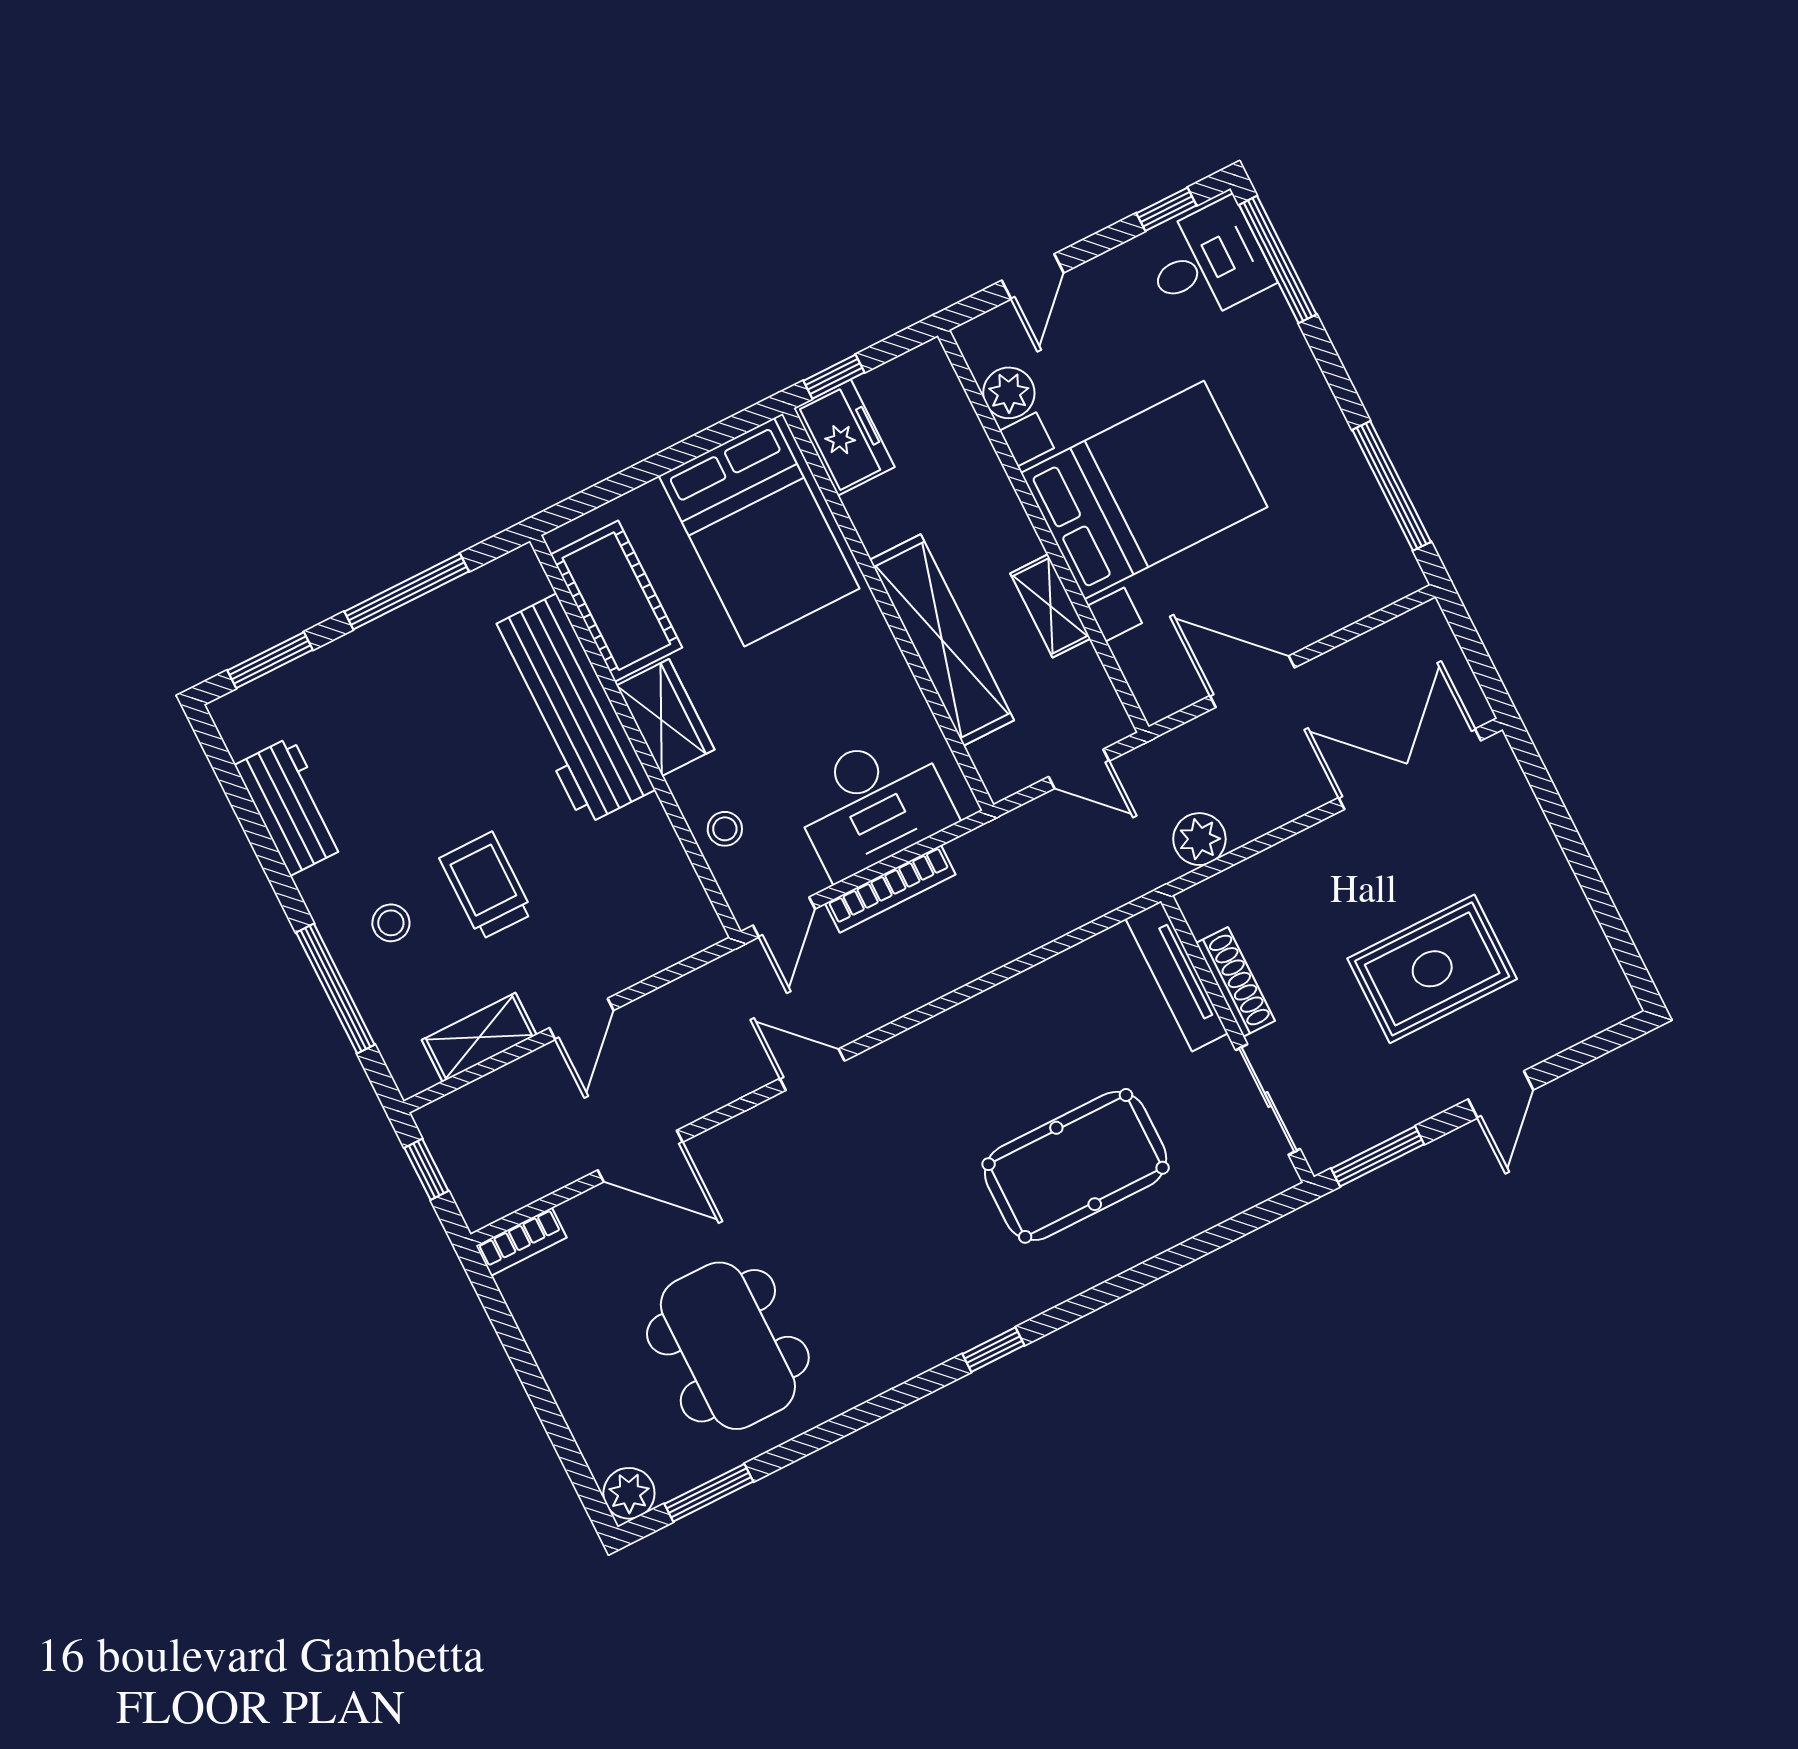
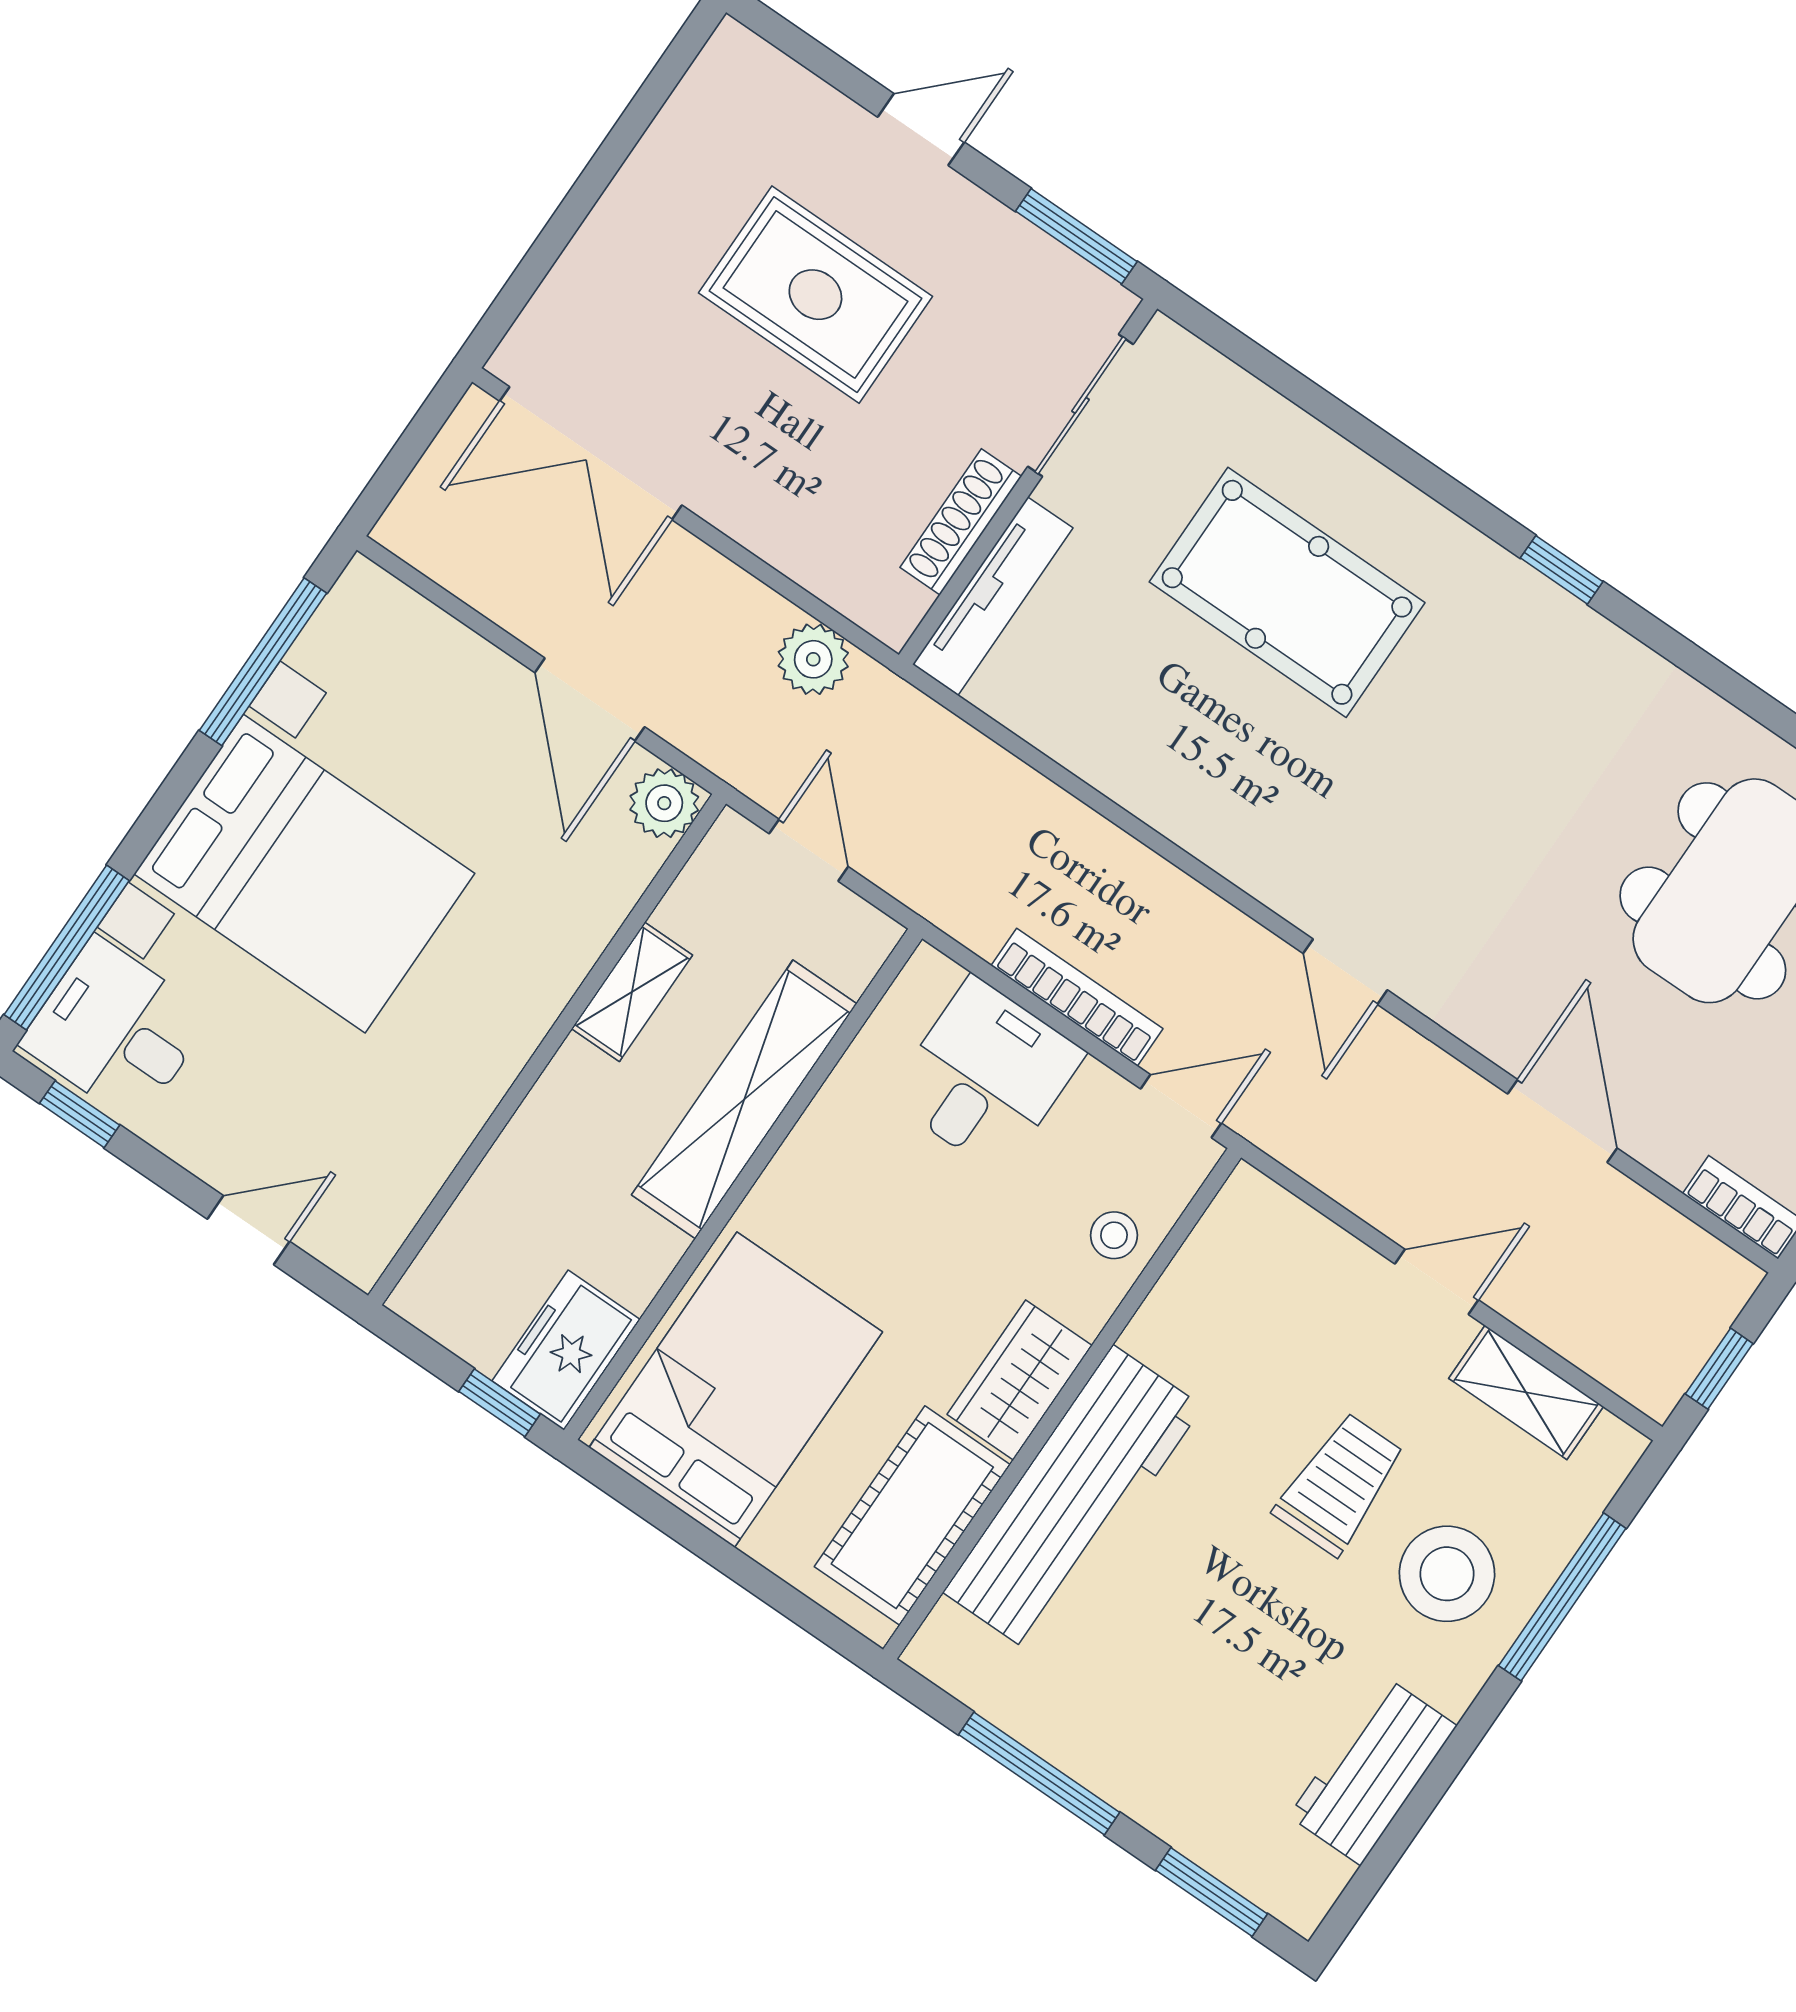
plant: (1009, 393) -> (664, 803), moved
bed with nightstands: (1144, 490) -> (304, 874), moved, turned 180
desk: (872, 803) -> (986, 1075), width x0.73
trolley: (486, 886) -> (1340, 1484), turned 180
stool: (391, 923) -> (1447, 1574), width x1.89, depth x1.89

